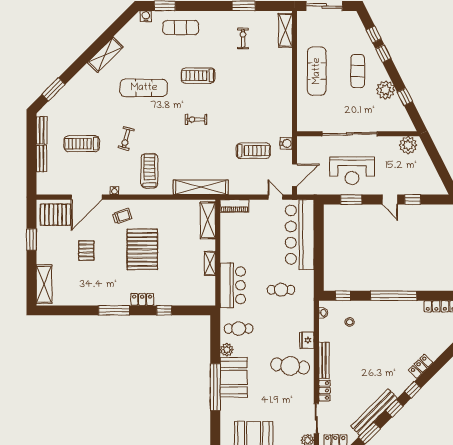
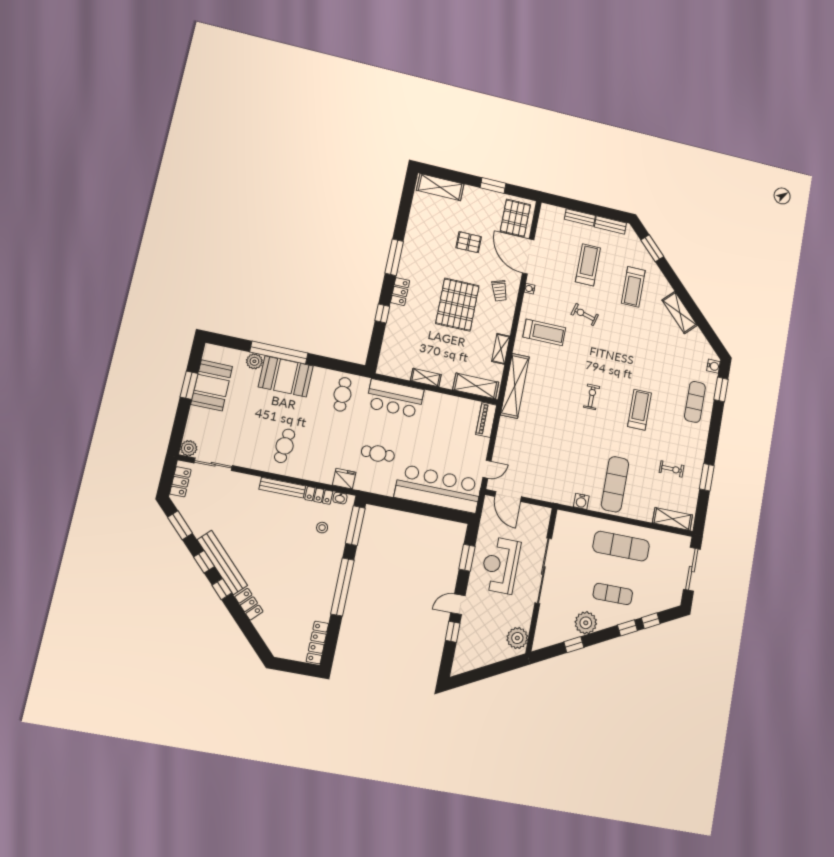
exercise mat: (144, 88) -> (615, 484), moved
water cooler: (286, 143) -> (581, 501), moved
treadmill: (253, 151) -> (633, 287), moved
shelving: (172, 205) -> (501, 349), added
pallet: (142, 249) -> (457, 305), turned 90
cafe table: (281, 290) -> (378, 454), turned 90
window: (343, 296) -> (355, 526), width x2.17
fridge: (307, 340) -> (344, 479), moved
plant: (227, 350) -> (254, 361), moved
cafe table: (290, 366) -> (285, 446), width x0.73, depth x0.74
locker: (324, 390) -> (319, 495), moved
bench: (374, 412) -> (222, 563), moved

